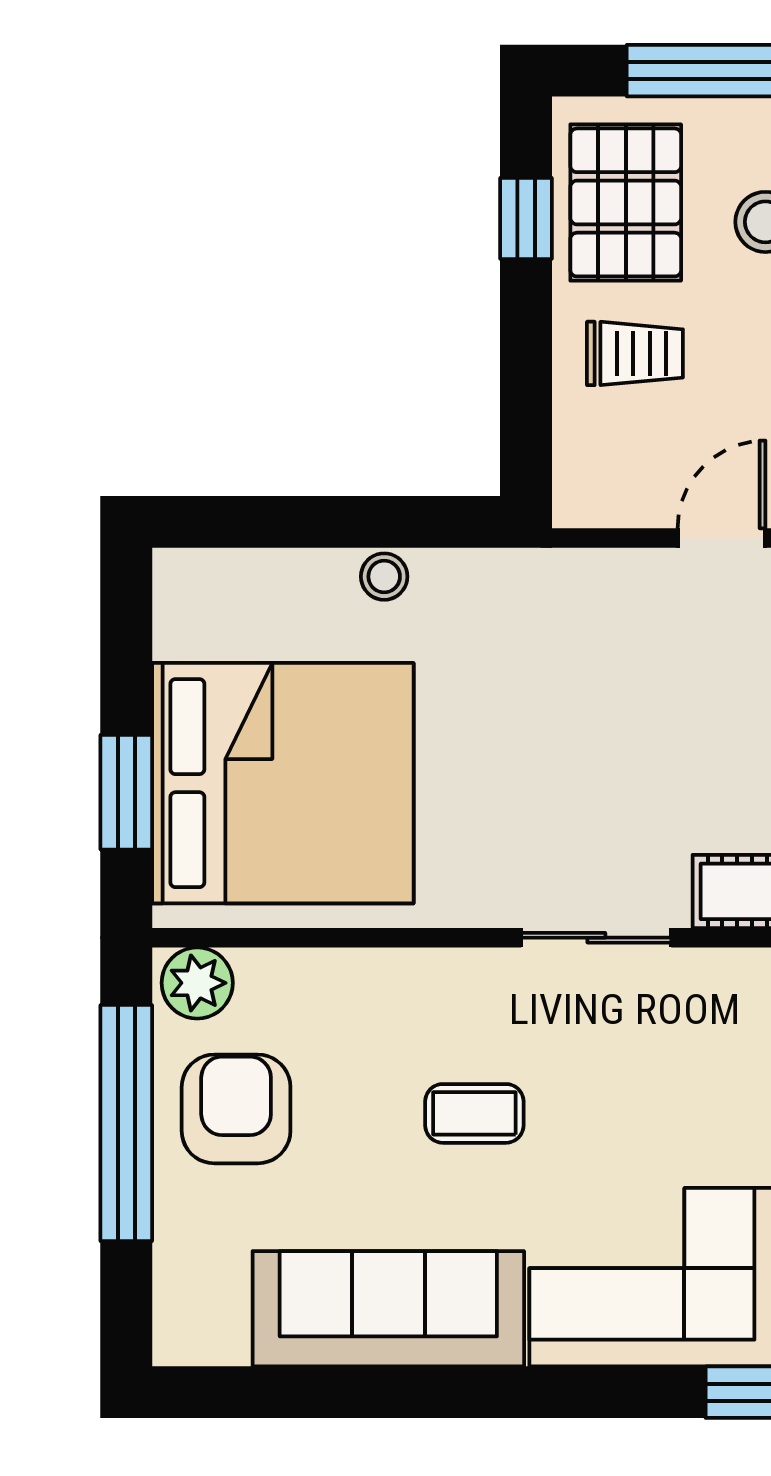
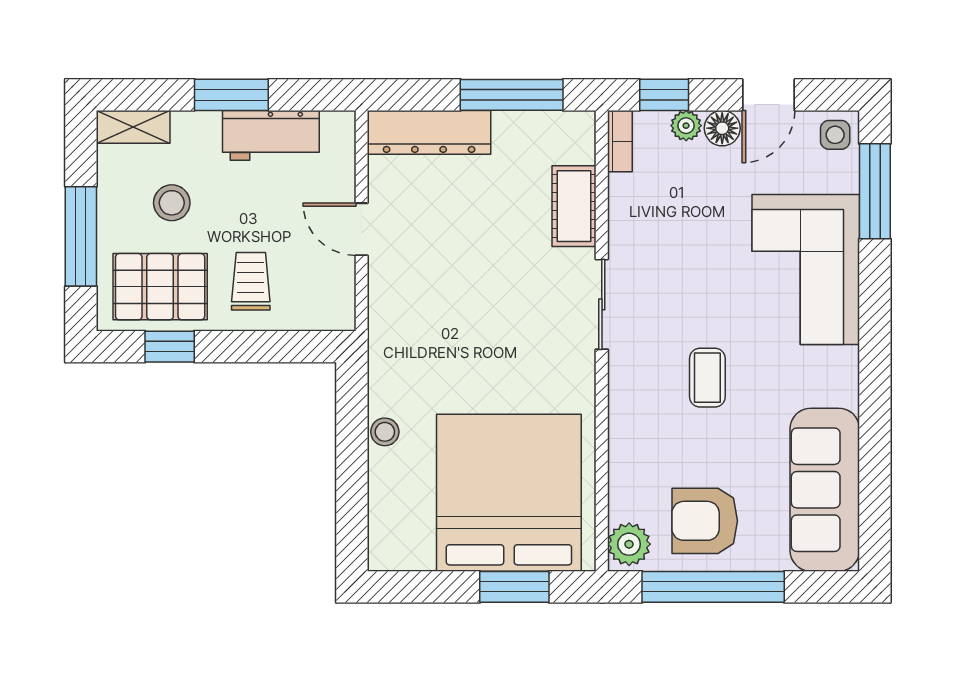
sofa: (388, 1309) -> (825, 490), moved

